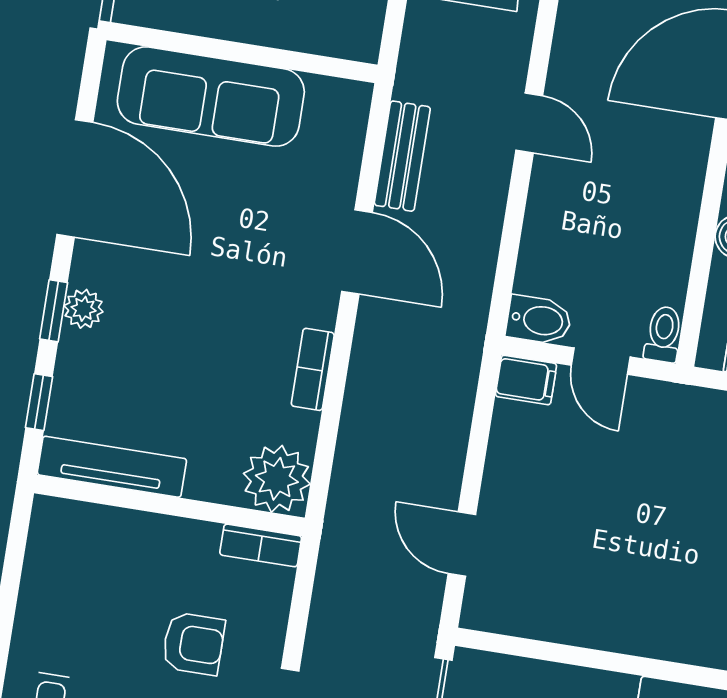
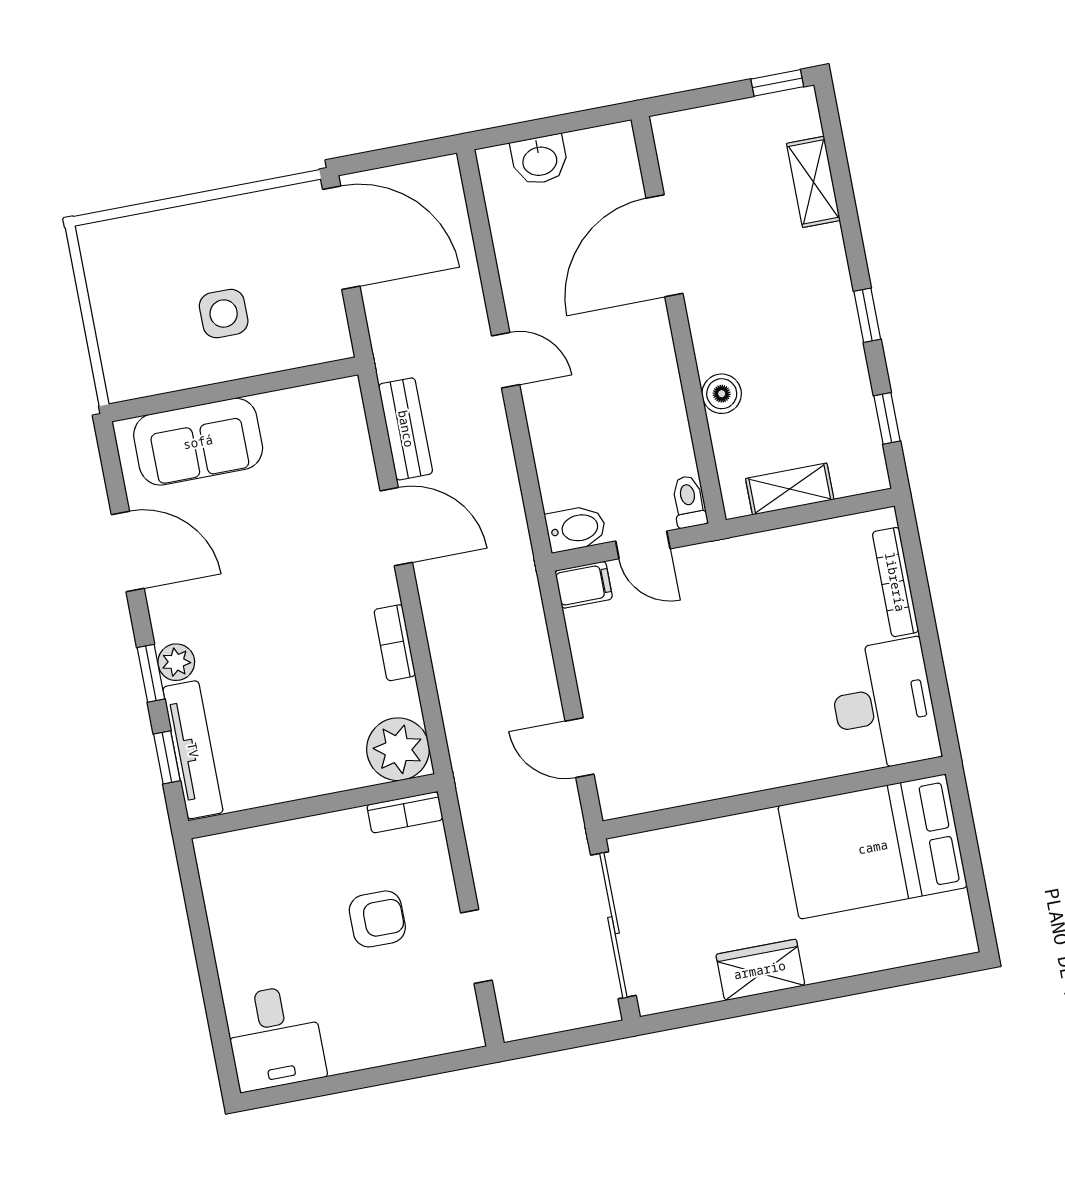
sofa: (211, 97) -> (198, 442), width x0.73
door: (75, 178) -> (128, 551), width x0.73
tv unit: (112, 467) -> (193, 750), moved, turned 90

